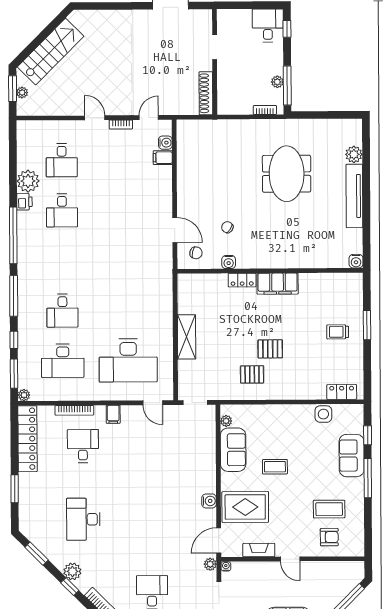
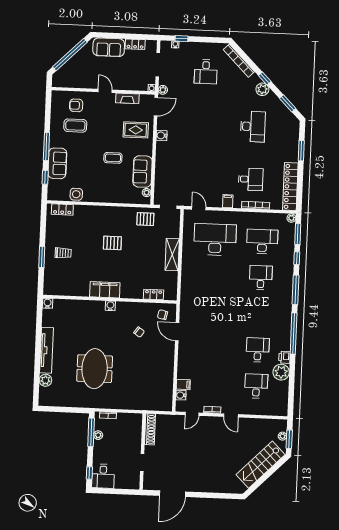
water cooler: (229, 262) -> (110, 306), moved
locker: (242, 280) -> (154, 294), moved
pallet: (252, 374) -> (145, 219), moved
desk: (83, 446) -> (251, 179), turned -90
rug: (245, 507) -> (136, 130), width x0.73, depth x0.70

